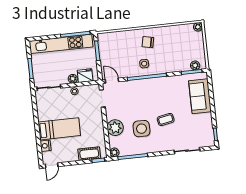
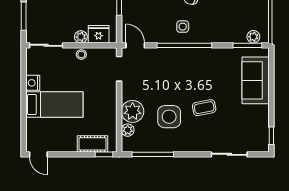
nightstand: (46, 146) -> (33, 83), moved
plant: (114, 152) -> (128, 130), moved
door: (52, 165) -> (38, 154), hinge flipped

